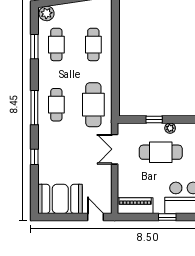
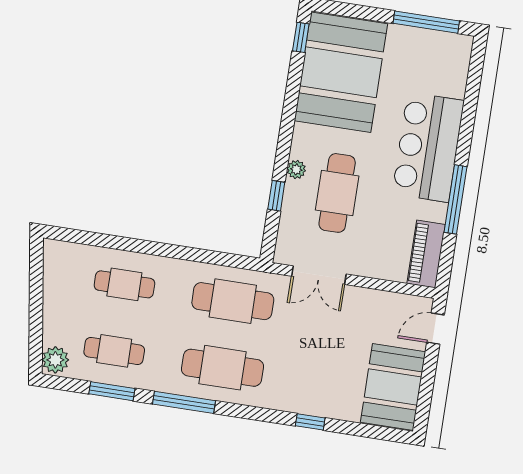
cafe table: (56, 105) -> (222, 368), width x1.37, depth x1.35
window: (34, 108) -> (184, 402), moved
window: (167, 217) -> (456, 199), width x2.17

